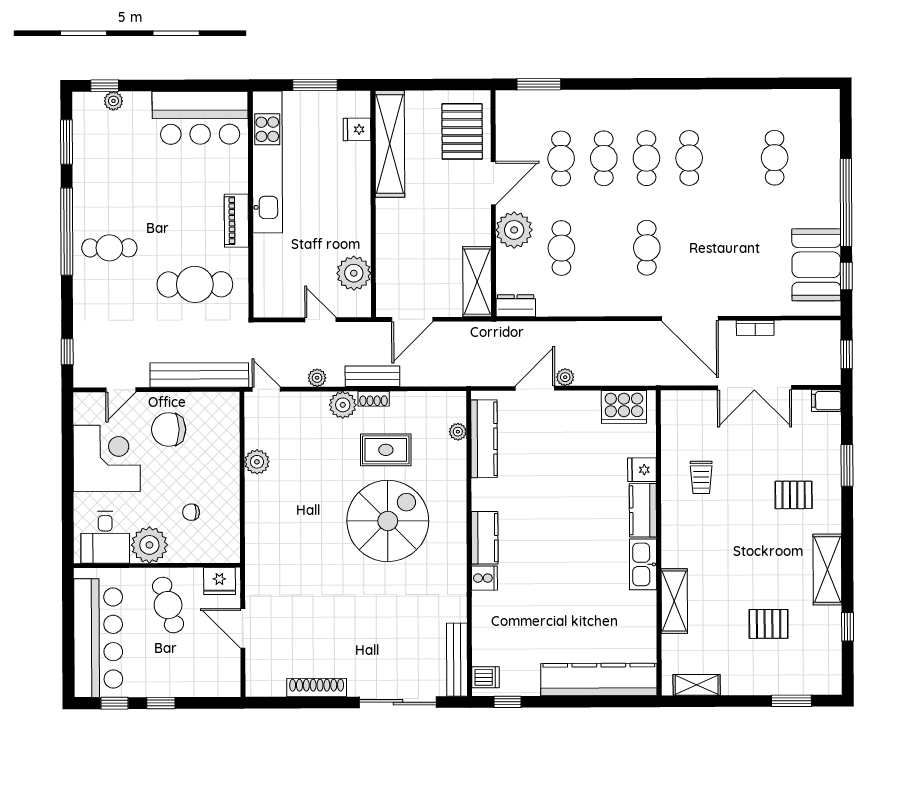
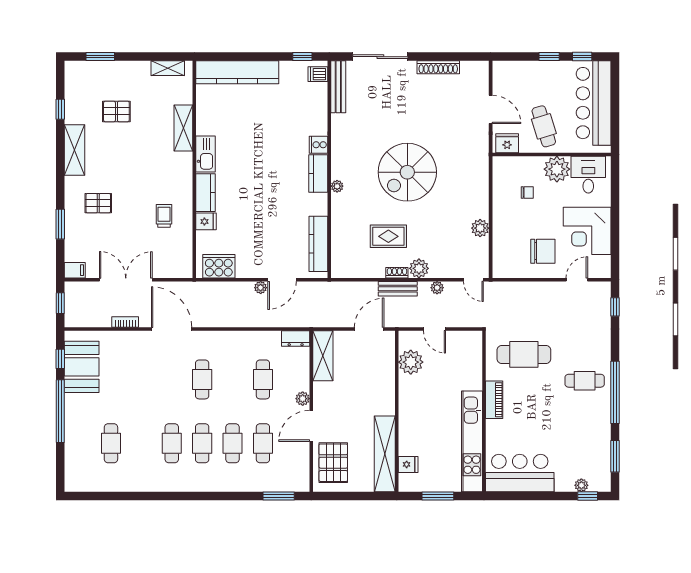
plant: (514, 230) -> (303, 399), width x0.53, depth x0.53
bench: (199, 375) -> (521, 290), removed
plant: (458, 432) -> (337, 186), moved
spiral stairs: (388, 521) -> (407, 172), moved

